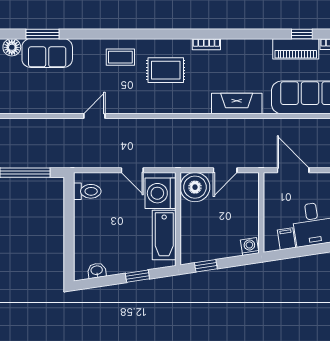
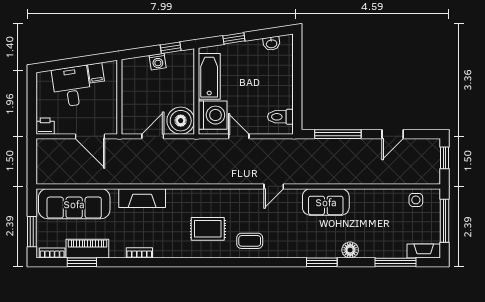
window: (302, 34) -> (82, 262), width x1.50
bookcase: (206, 44) -> (139, 253), moved
sofa: (47, 53) -> (326, 202), moved, turned 180
washing machine: (250, 247) -> (158, 62), moved

